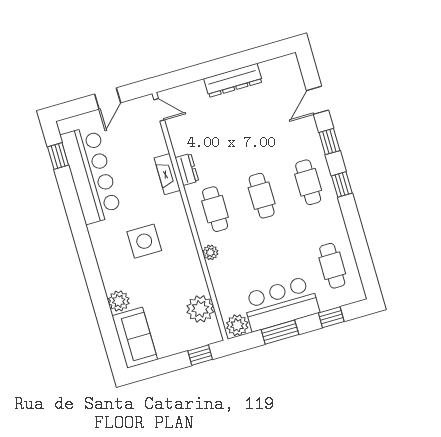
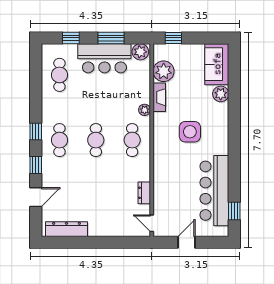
dresser: (233, 80) -> (66, 229), moved
dresser: (187, 169) -> (144, 193), moved
fireplace: (167, 174) -> (159, 97), moved

